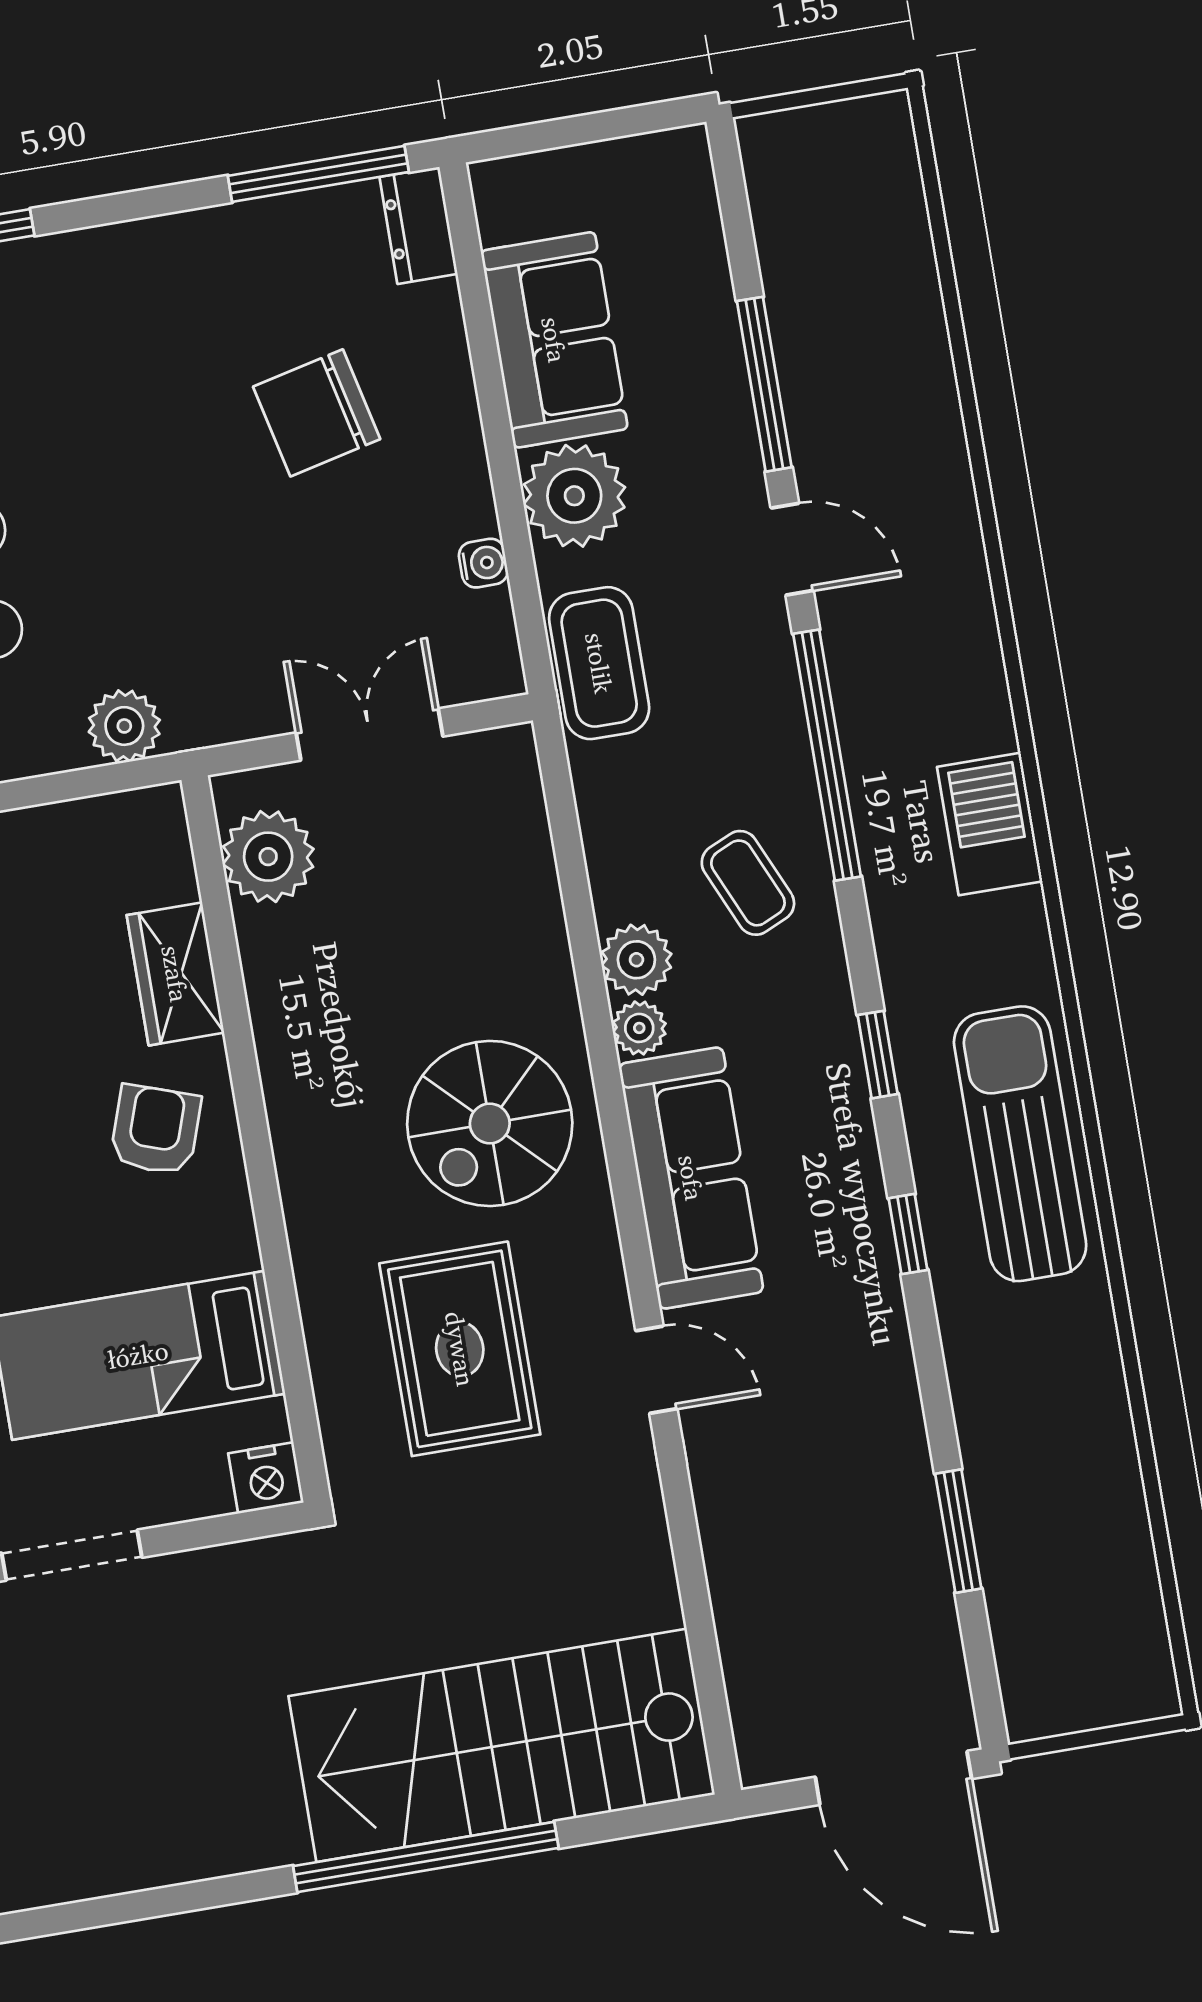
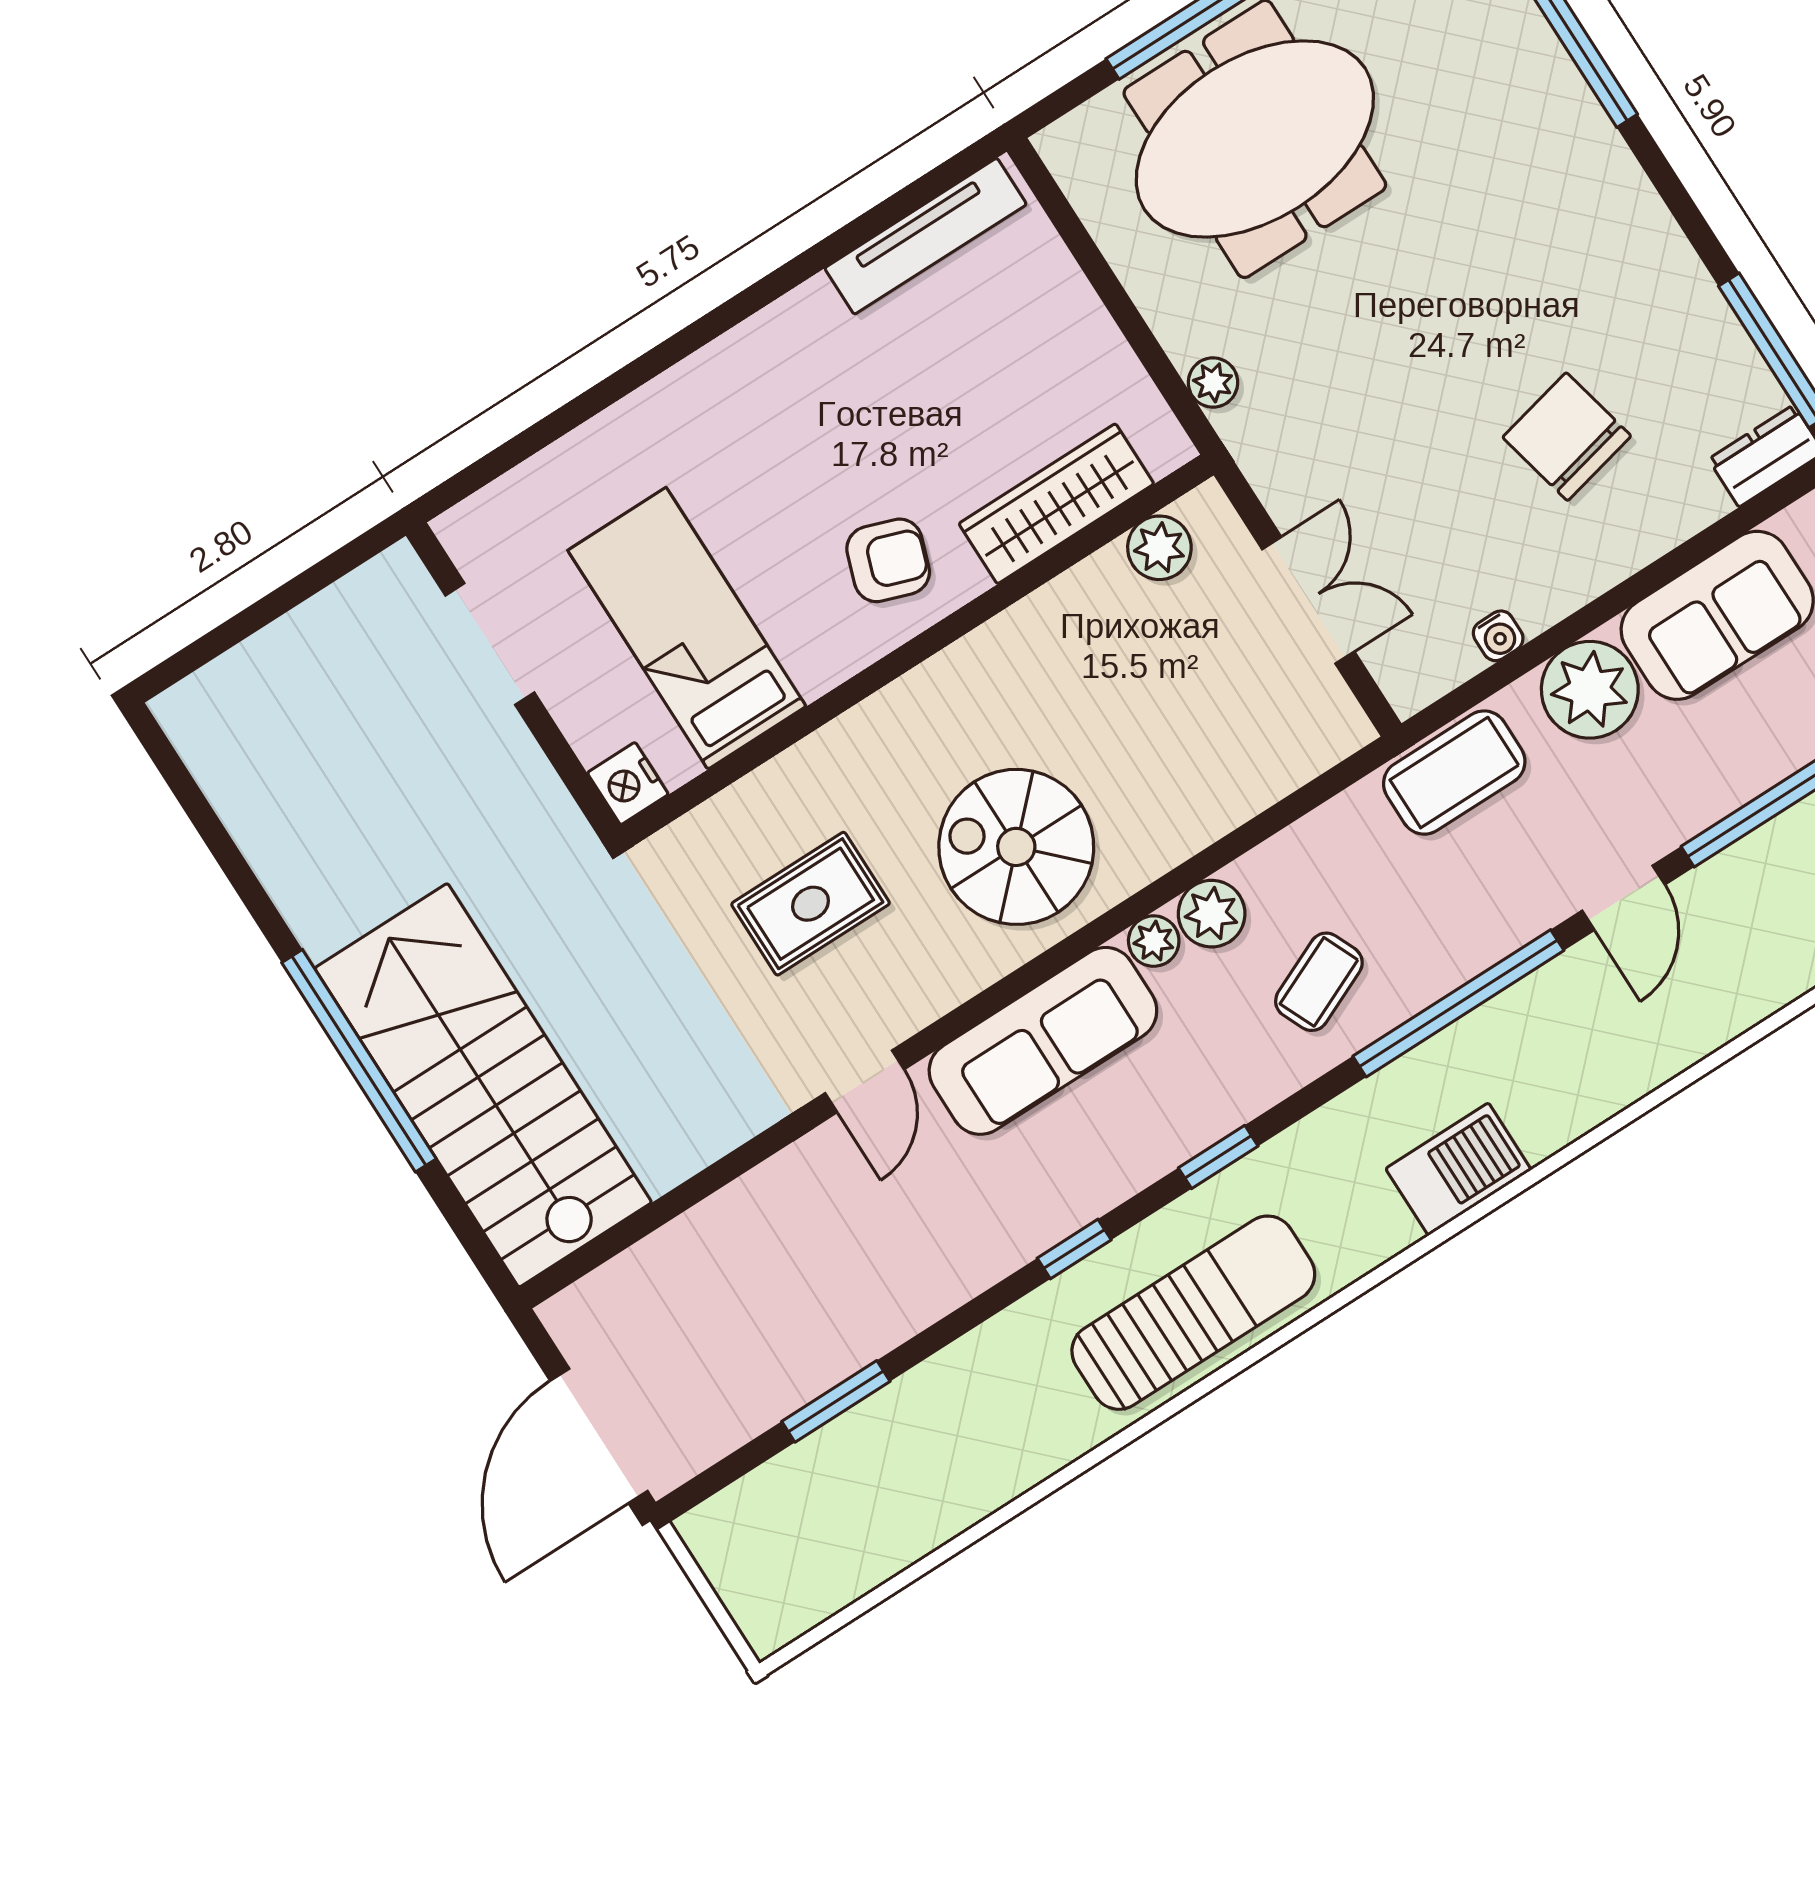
plant: (124, 726) -> (1213, 382), width x0.73, depth x0.73
plant: (268, 857) -> (1159, 548), width x0.73, depth x0.73
wardrobe: (175, 974) -> (1056, 504), width x1.50
rug: (460, 1349) -> (811, 904), width x0.73, depth x0.70

